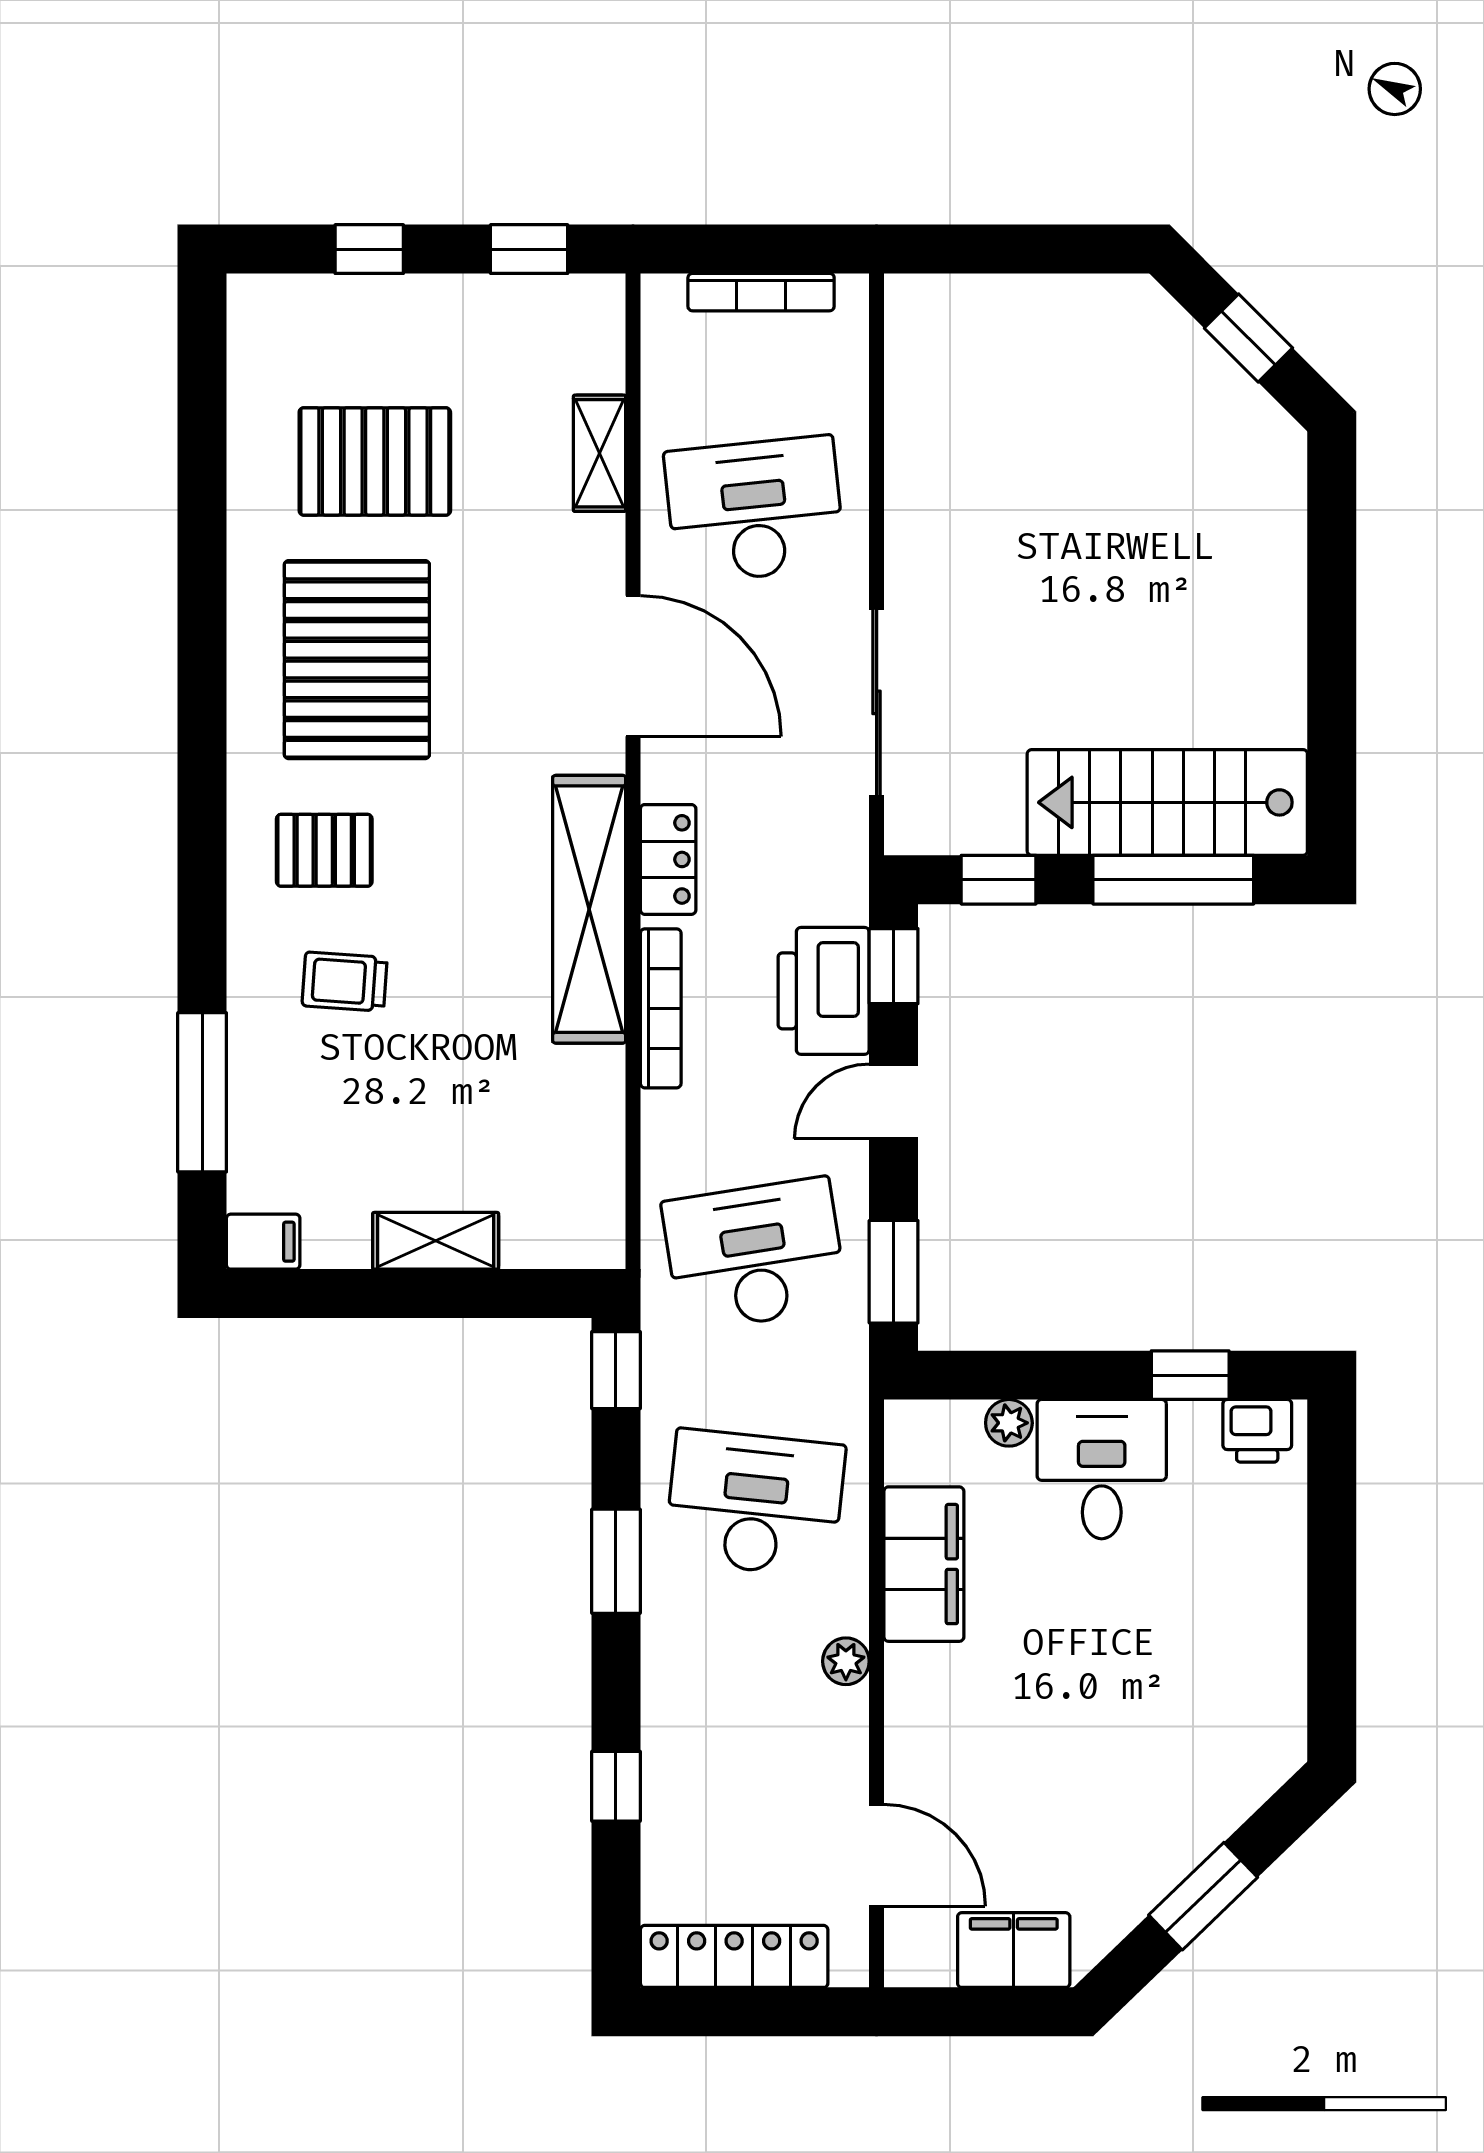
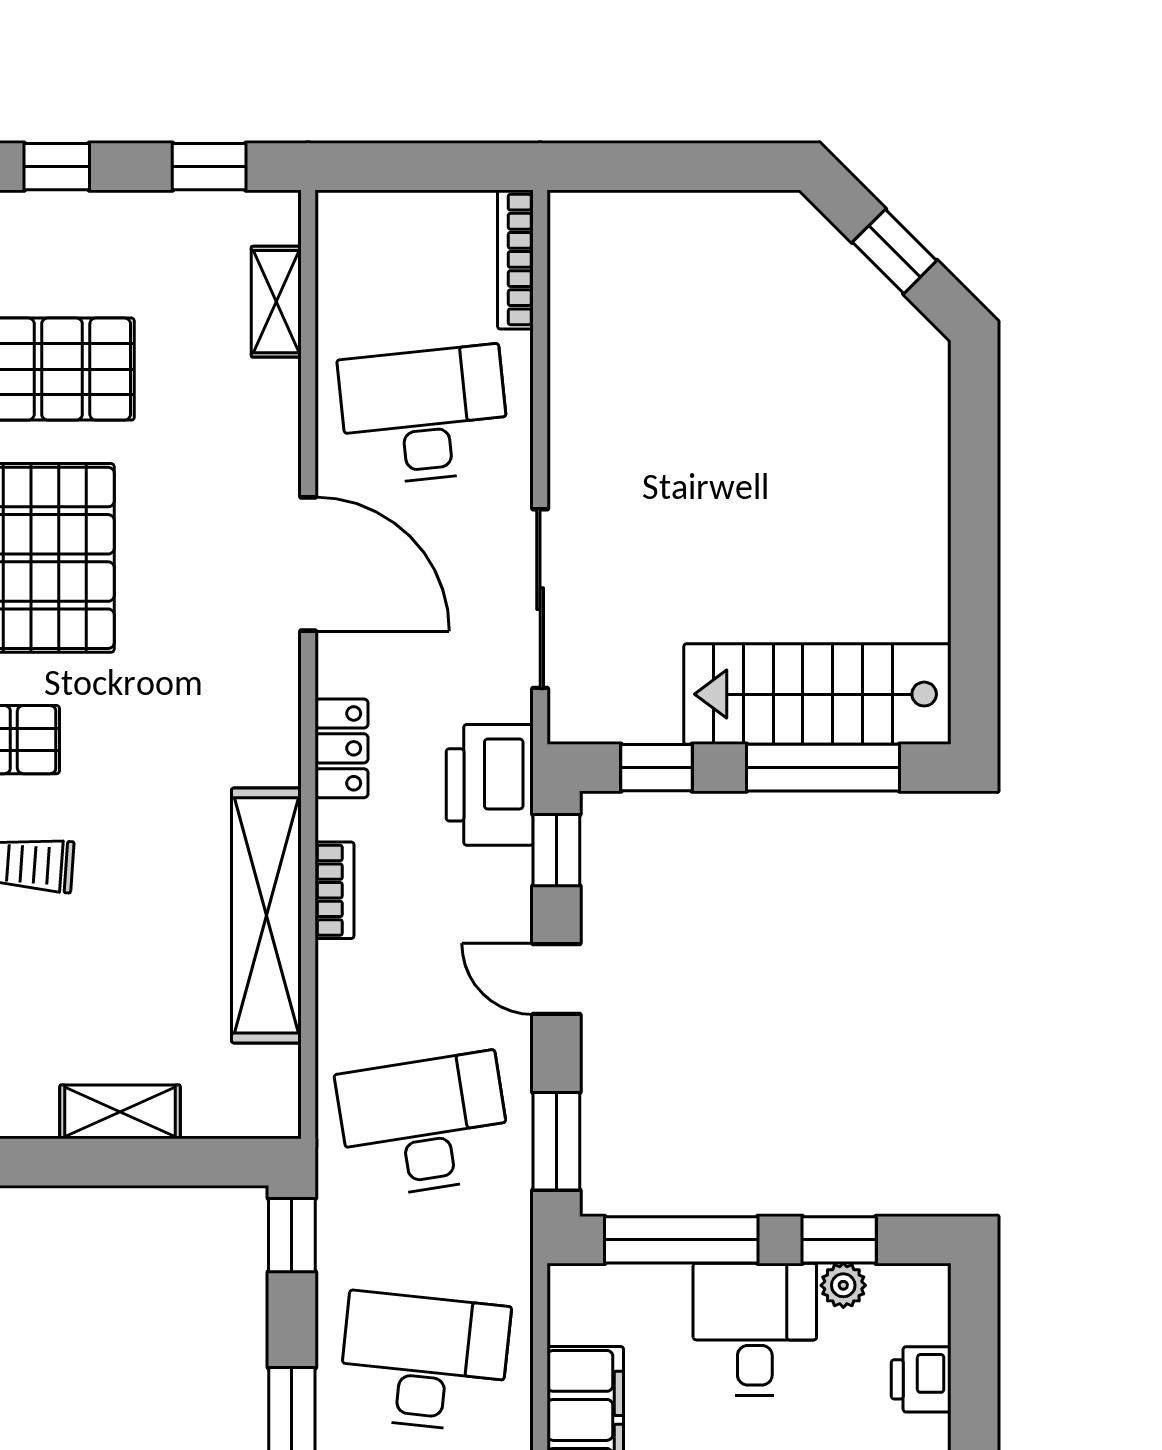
bookcase: (761, 292) -> (515, 259), moved, turned 90
shelving: (600, 453) -> (276, 302), moved
shelving: (589, 909) -> (266, 915), moved
printer: (824, 991) -> (490, 785), moved
bookcase: (661, 1008) -> (334, 890), width x0.64
door: (894, 1101) -> (556, 979), hinge flipped
window: (1025, 1375) -> (681, 1240), added
plant: (1009, 1423) -> (843, 1285), moved
printer: (1257, 1431) -> (921, 1379), moved, turned 90

